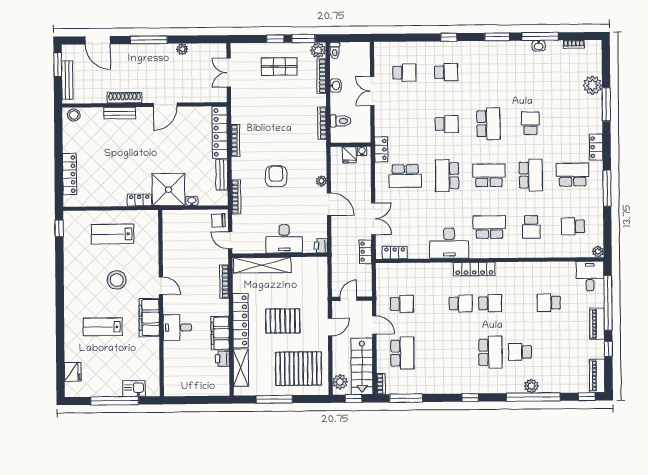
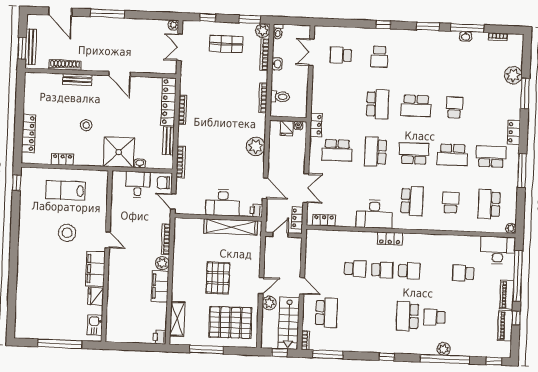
window: (275, 39) -> (208, 18), moved
plant: (182, 49) -> (173, 25), moved
window: (58, 65) -> (22, 48), moved
school desk: (446, 72) -> (379, 57), turned 90
school desk: (404, 73) -> (341, 55), turned 180
double door: (372, 91) -> (311, 52), moved
shoe rack: (125, 98) -> (65, 65), moved
door: (165, 105) -> (120, 74), hinge flipped
stool: (74, 115) -> (86, 125), moved
school desk: (447, 124) -> (377, 104), width x1.85
school desk: (488, 124) -> (416, 106), turned 90
school desk: (531, 175) -> (452, 155), turned 90
armchair: (276, 176) -> (218, 145), removed
plant: (321, 181) -> (256, 147), width x1.87, depth x1.87
locker: (139, 200) -> (62, 159), moved
door: (329, 204) -> (265, 188), moved
school desk: (573, 226) -> (489, 204), width x1.85
school desk: (489, 227) -> (412, 201), turned 90
school desk: (531, 227) -> (451, 203), turned 180
shelving: (262, 265) -> (231, 227), moved
locker: (474, 269) -> (390, 239), width x0.66
desk: (590, 276) -> (498, 250), width x1.37
door: (348, 299) -> (280, 235), moved
wall: (352, 299) -> (284, 235), moved
school desk: (402, 304) -> (355, 269), moved
plant: (221, 308) -> (162, 263), added
locker: (241, 321) -> (179, 276), removed
pallet: (283, 321) -> (218, 278), turned 90
lab bench: (103, 327) -> (52, 275), removed
desk: (177, 328) -> (138, 185), moved, turned 90
school desk: (490, 352) -> (407, 316), turned 180
printer: (222, 359) -> (160, 337), moved
fridge: (73, 372) -> (96, 296), moved, turned 180
piano: (597, 376) -> (505, 326), moved
plant: (340, 382) -> (269, 303), moved
kitchen sink: (134, 388) -> (95, 325), moved, turned -90

